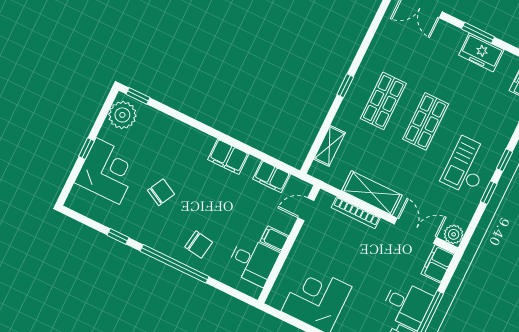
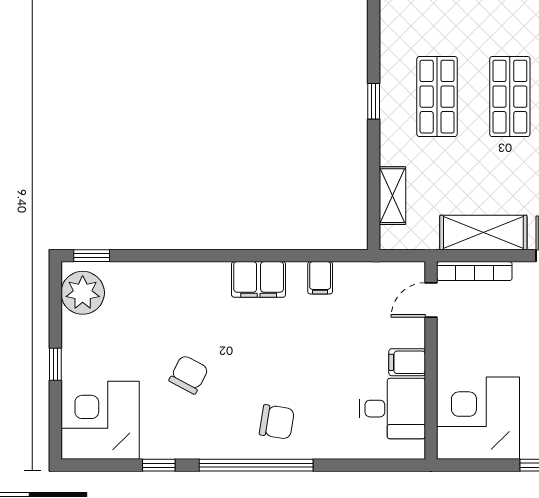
corner desk: (108, 171) -> (100, 420), moved, turned -90
filing cabinet: (271, 177) -> (320, 278), width x0.50
door: (306, 209) -> (431, 300), moved
filing cabinet: (274, 239) -> (407, 362), moved
wall: (289, 244) -> (431, 360), moved
desk: (253, 261) -> (393, 409), moved

